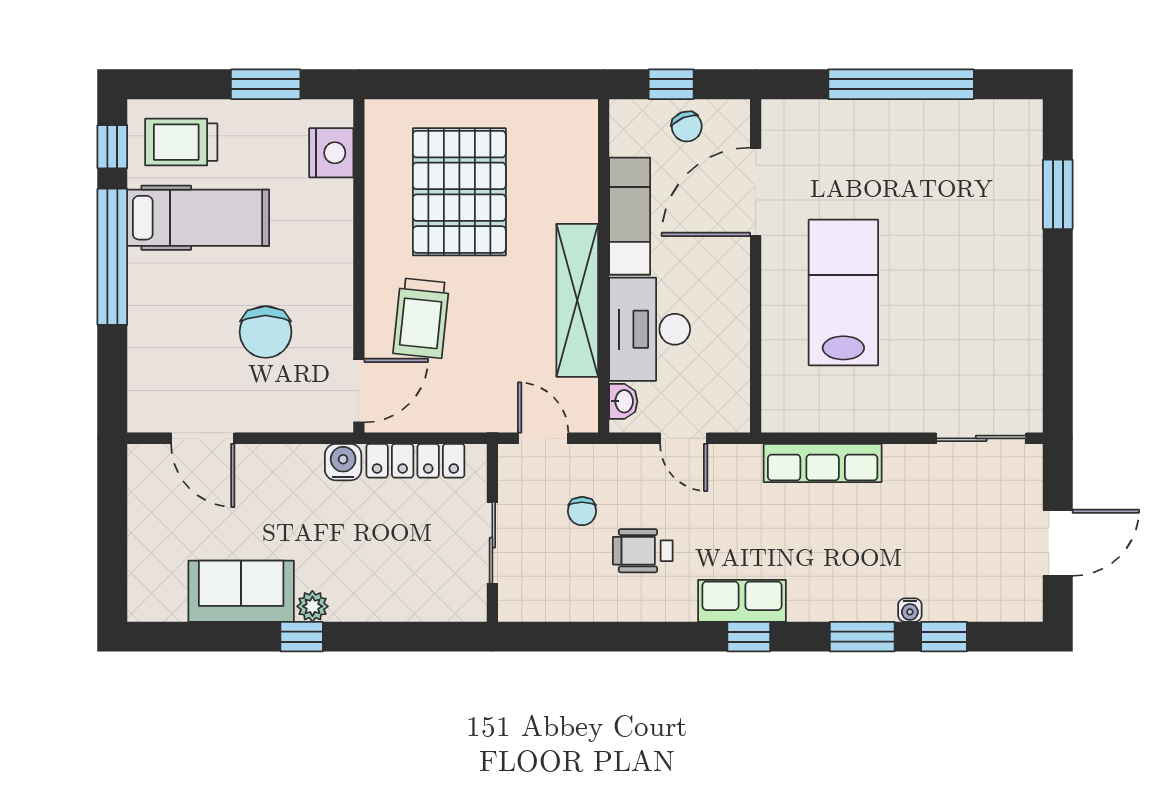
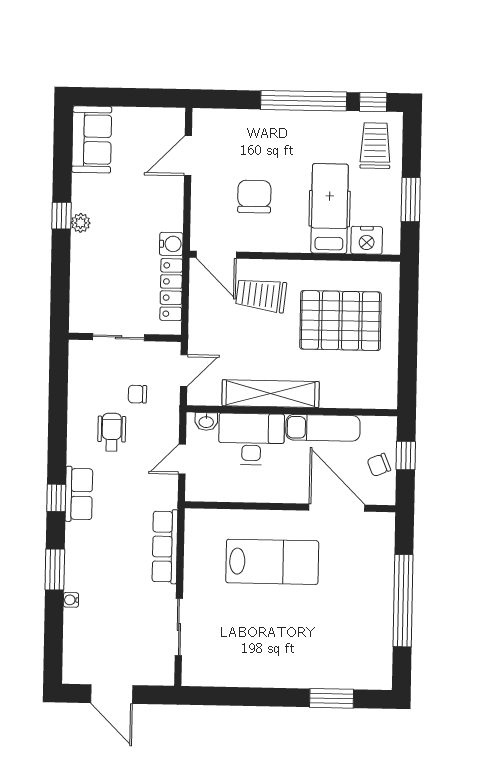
hospital bed: (198, 218) -> (330, 209), moved, turned 180
chair: (266, 332) -> (254, 197), turned 90
sliding door: (981, 438) -> (179, 627), moved
sofa: (241, 591) -> (92, 139), moved
window: (944, 637) -> (54, 621), removed

